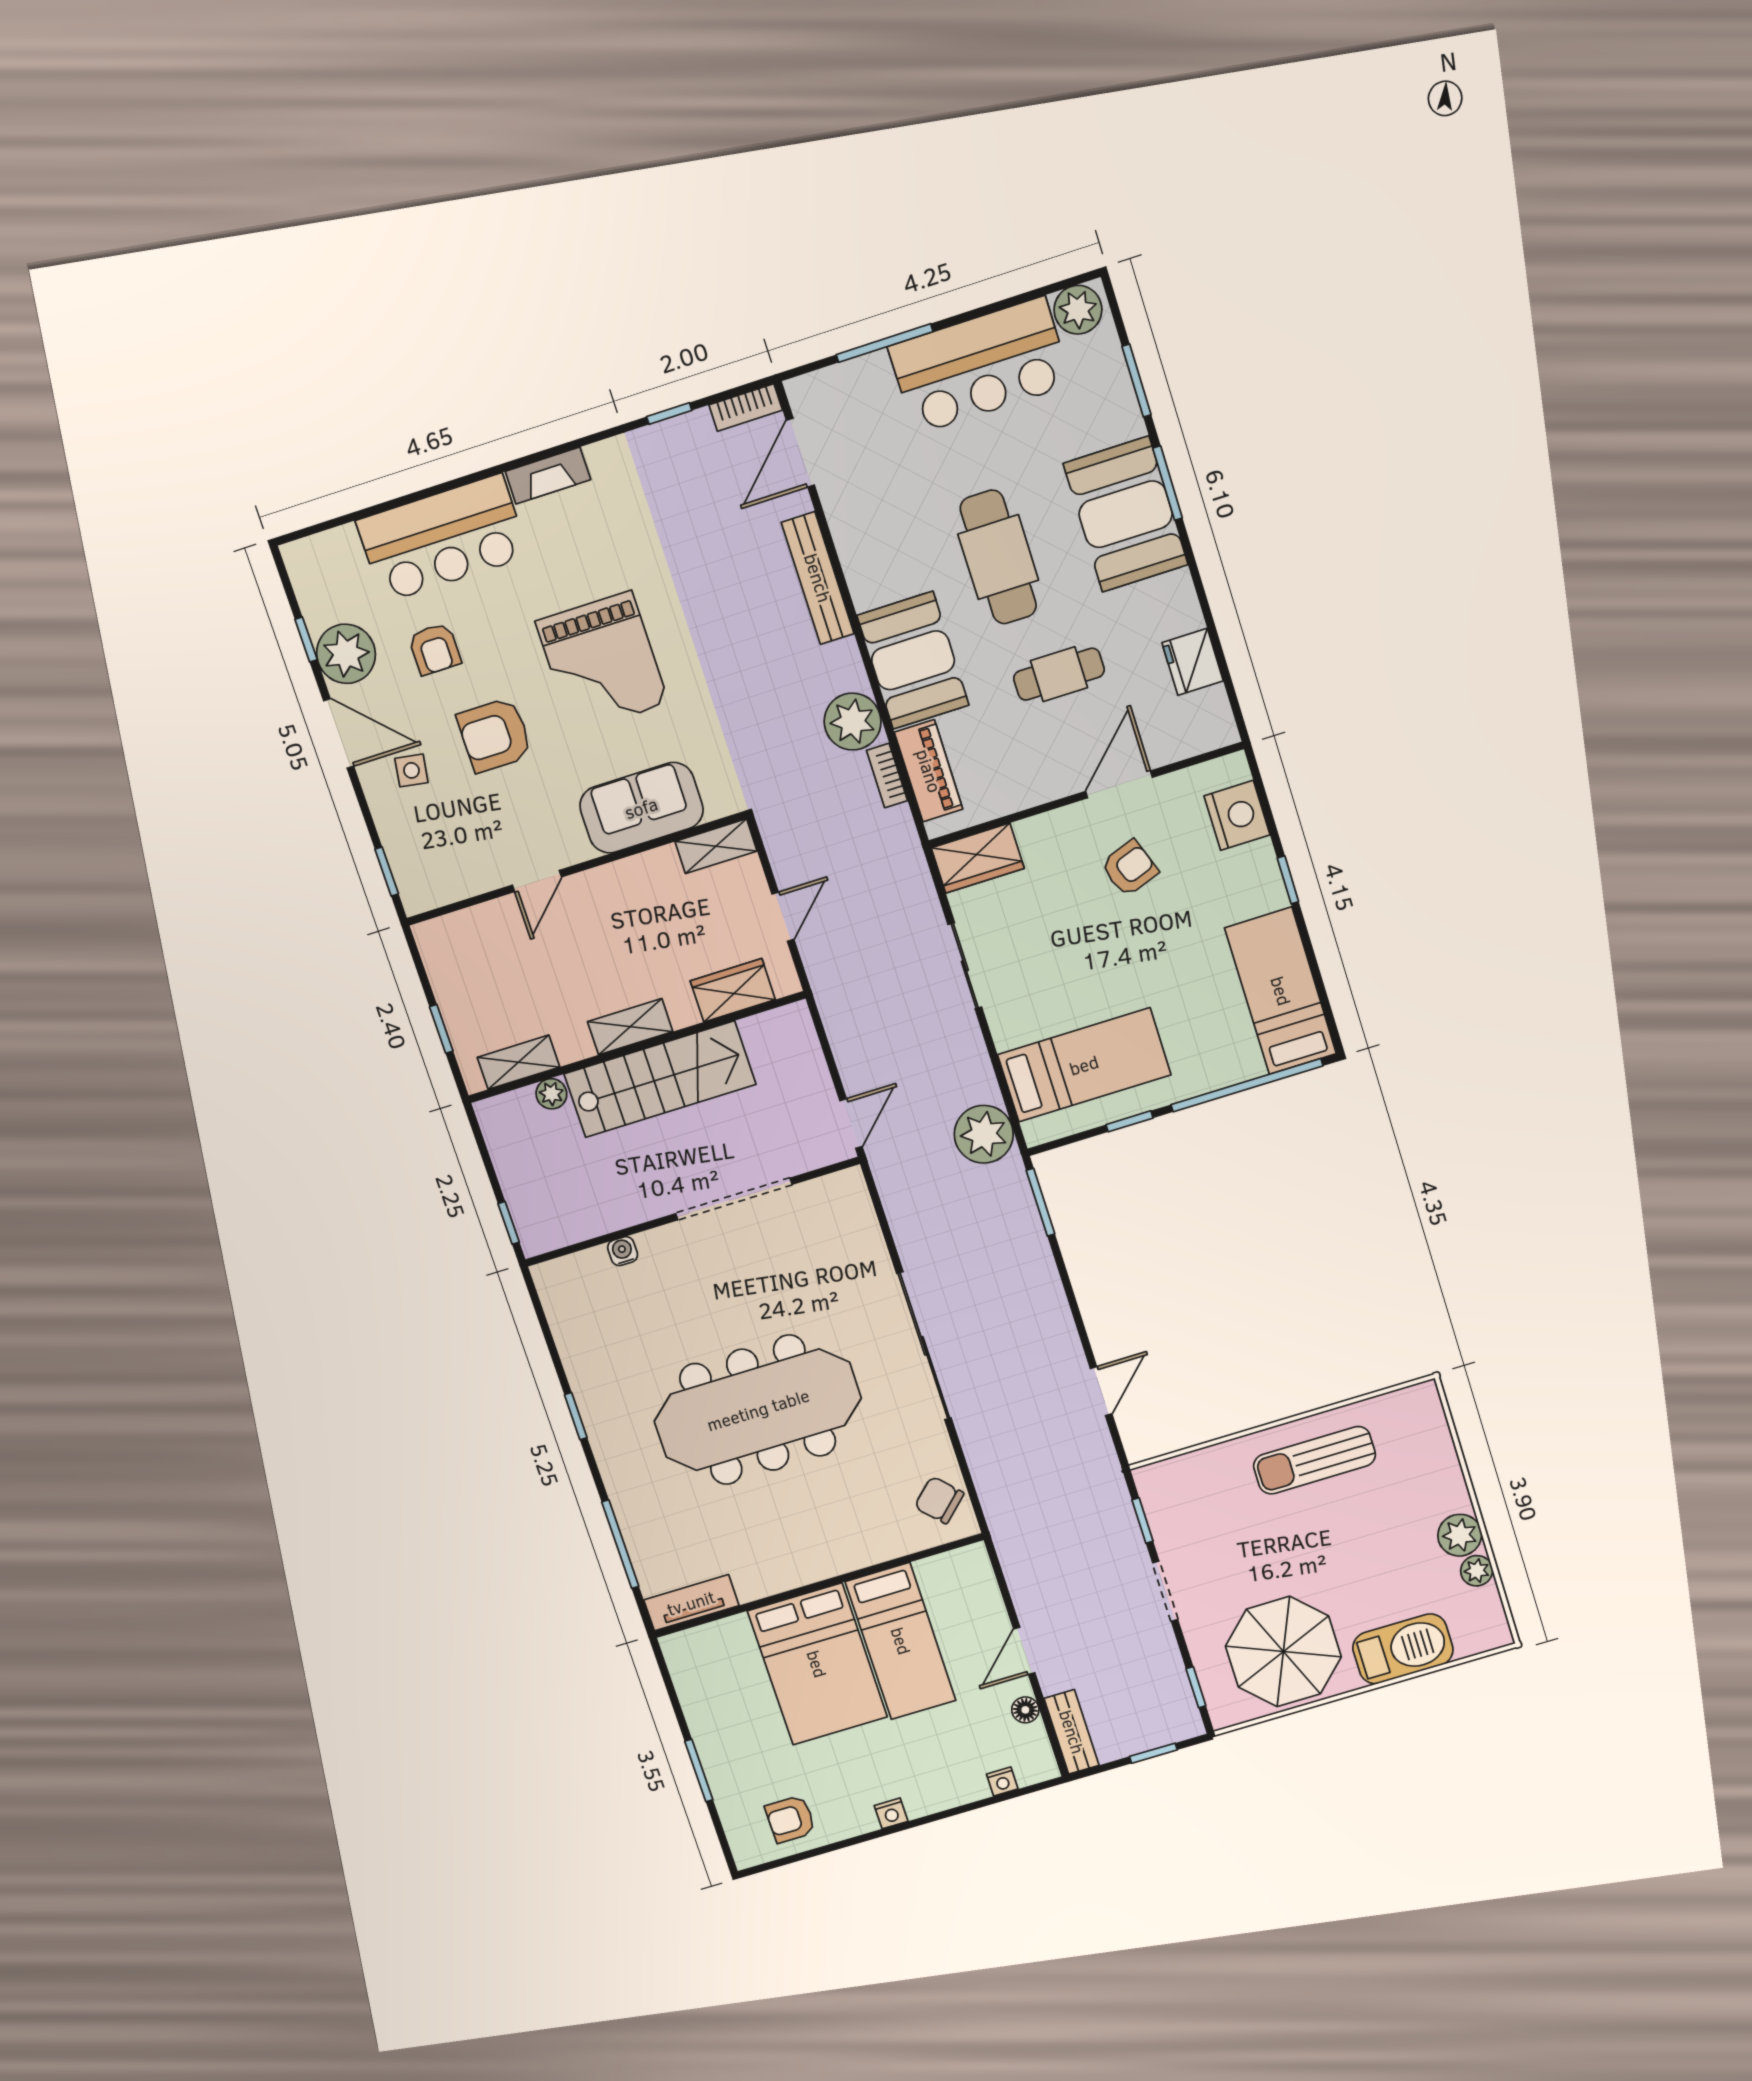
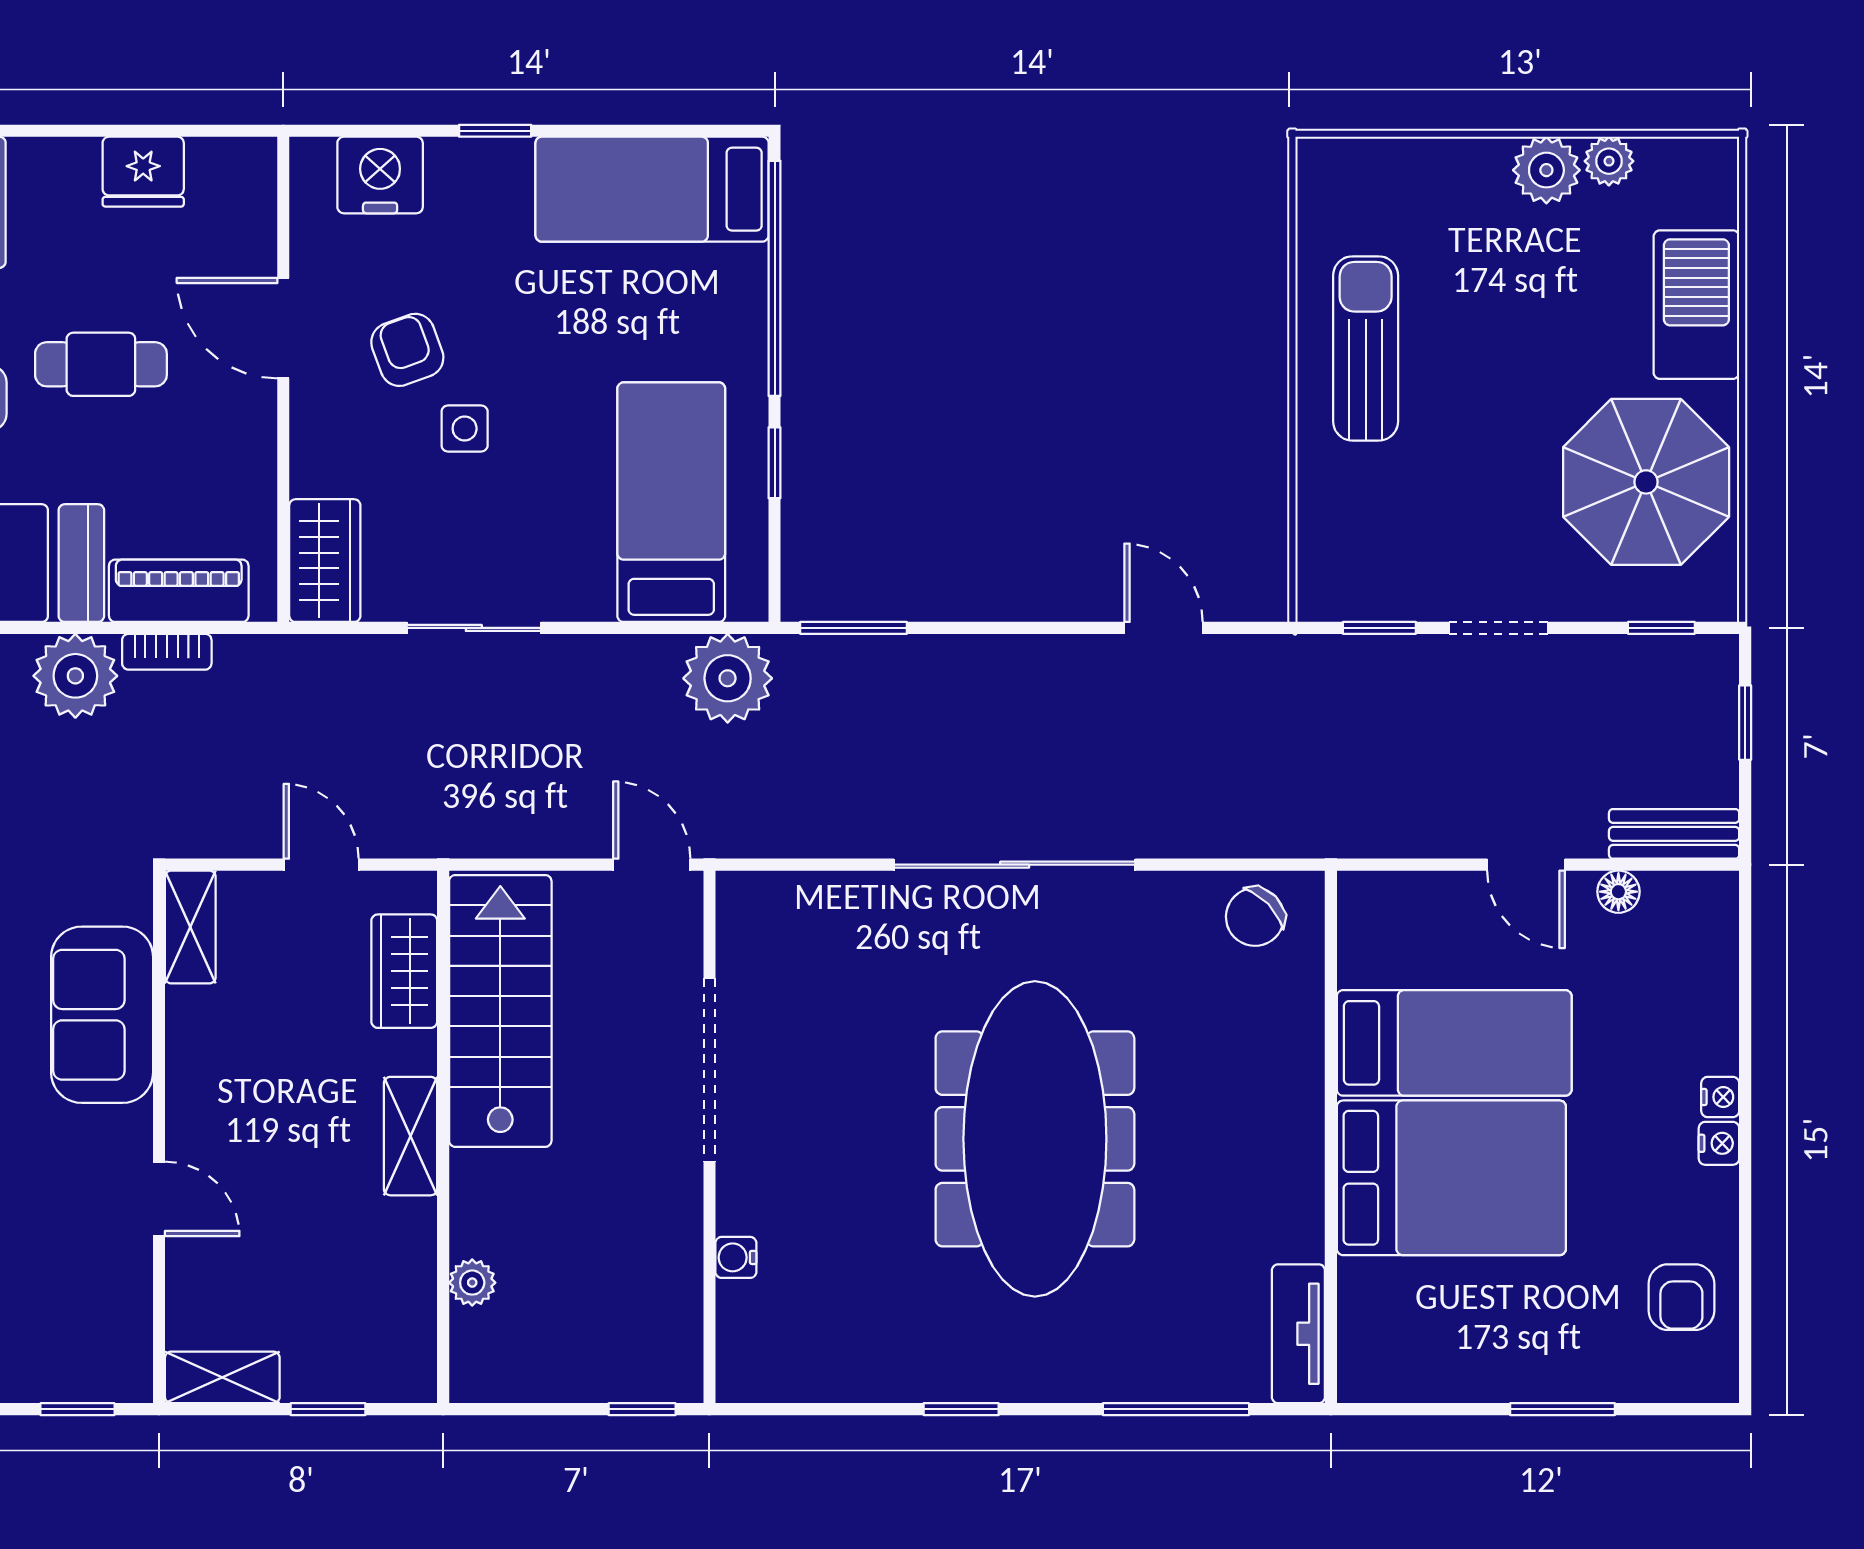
cafe table: (1059, 674) -> (101, 364), turned 90
side table: (1090, 920) -> (465, 429), added
shelving: (518, 1062) -> (222, 1377), moved, turned 90
stairs: (660, 1079) -> (500, 1011), moved
sun lounger: (1314, 1460) -> (1366, 348), turned 180
nightstand: (1002, 1782) -> (1720, 1097), moved

